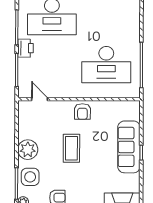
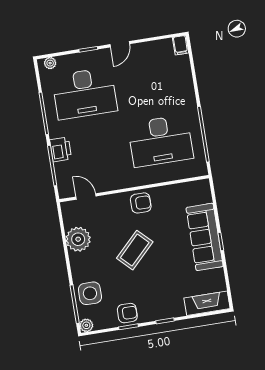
printer: (26, 48) -> (61, 149), moved
armchair: (82, 111) -> (141, 203), turned -90
coffee table: (71, 148) -> (135, 250), turned 45
plant: (28, 150) -> (78, 239), moved

